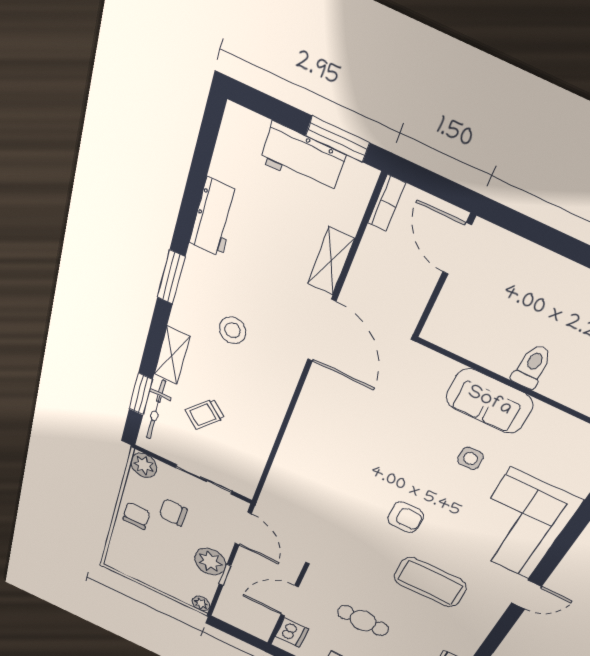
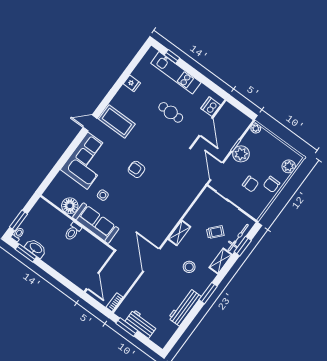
workbench: (214, 218) -> (185, 307), width x1.37
shelving: (331, 261) -> (179, 233), moved
sofa: (489, 401) -> (96, 223), width x1.36
floor lamp: (549, 425) -> (70, 206), added
plant: (144, 465) -> (289, 166), moved
coffee table: (430, 582) -> (117, 121), moved
door: (290, 601) -> (206, 127), hinge flipped

